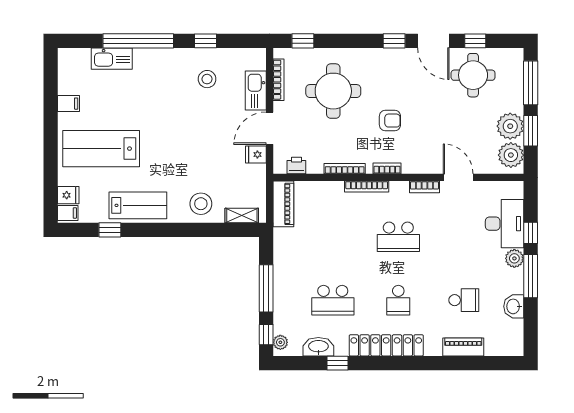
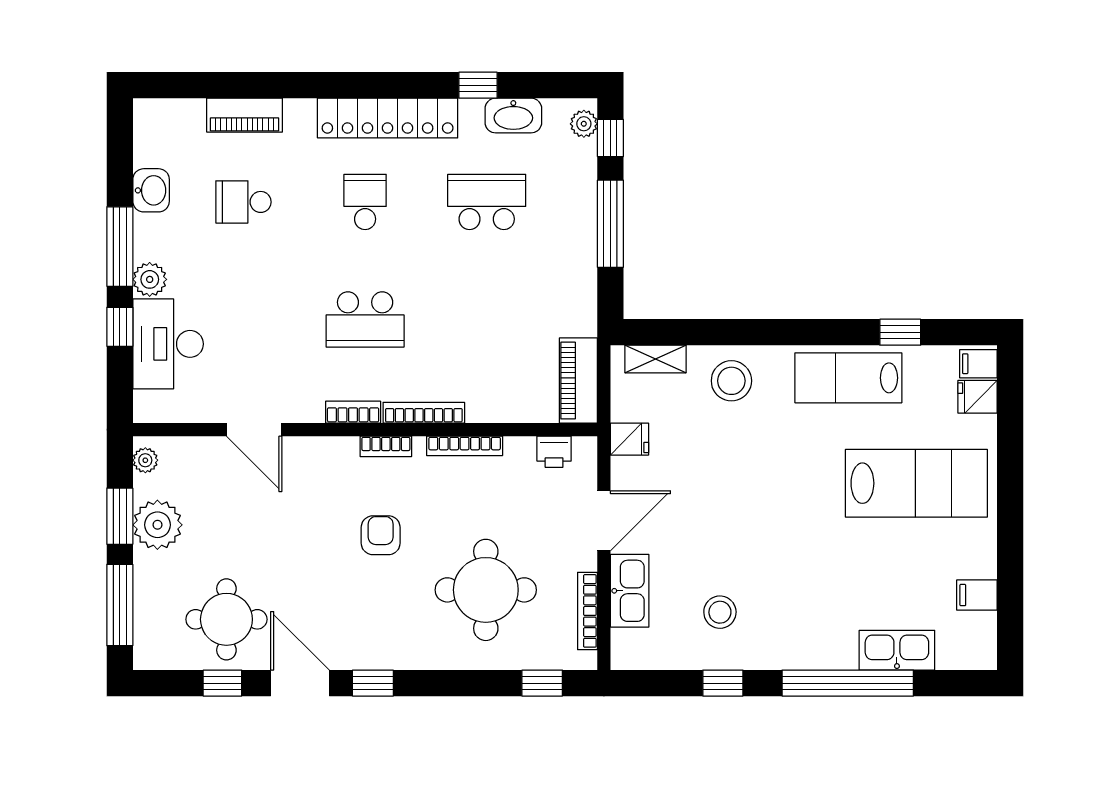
filing cabinet: (69, 104) -> (977, 595), moved
armchair: (390, 121) -> (381, 535), turned 90
fridge: (256, 155) -> (629, 439), moved
plant: (511, 155) -> (145, 460), width x0.53, depth x0.53
bookcase: (424, 187) -> (353, 412), moved
school desk: (398, 237) -> (365, 319), turned 180

